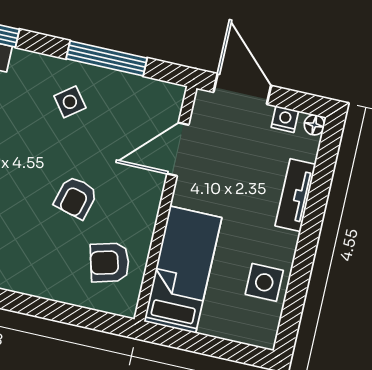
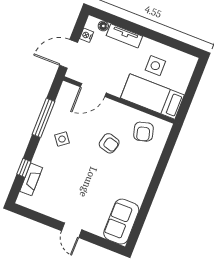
floor lamp: (314, 125) -> (103, 26), moved
door: (178, 149) -> (93, 90), hinge flipped
side table: (264, 282) -> (155, 66), moved

